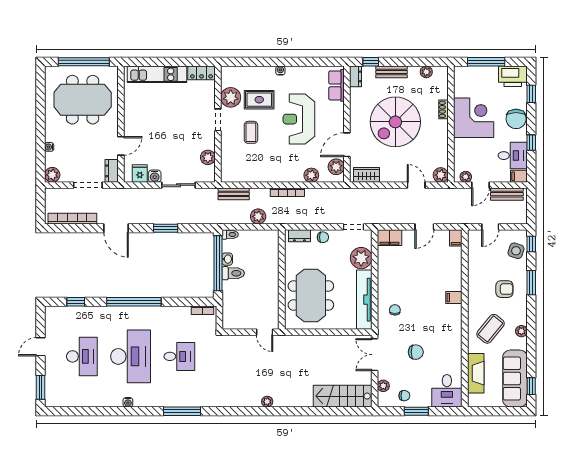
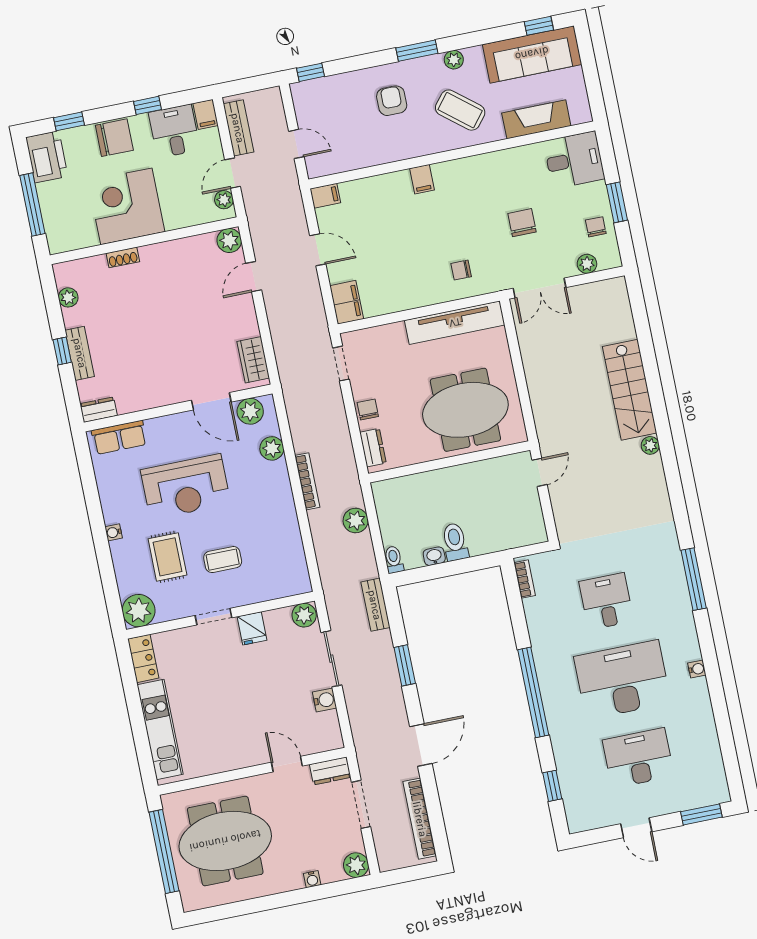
window: (371, 62) -> (62, 351), moved
plant: (231, 97) -> (139, 611), moved
meeting table: (83, 100) -> (225, 841), turned 90
spiral stairs: (395, 122) -> (159, 331), removed
plant: (208, 157) -> (304, 615), moved
fridge: (140, 174) -> (252, 628), moved, turned -90
door: (481, 185) -> (233, 173), swing flipped
bench: (234, 194) -> (375, 605), moved
side table: (516, 251) -> (326, 95), removed
plant: (361, 258) -> (389, 341), removed
window: (218, 263) -> (444, 570), removed
window: (531, 283) -> (417, 51), moved
stairs: (343, 396) -> (630, 390), moved

